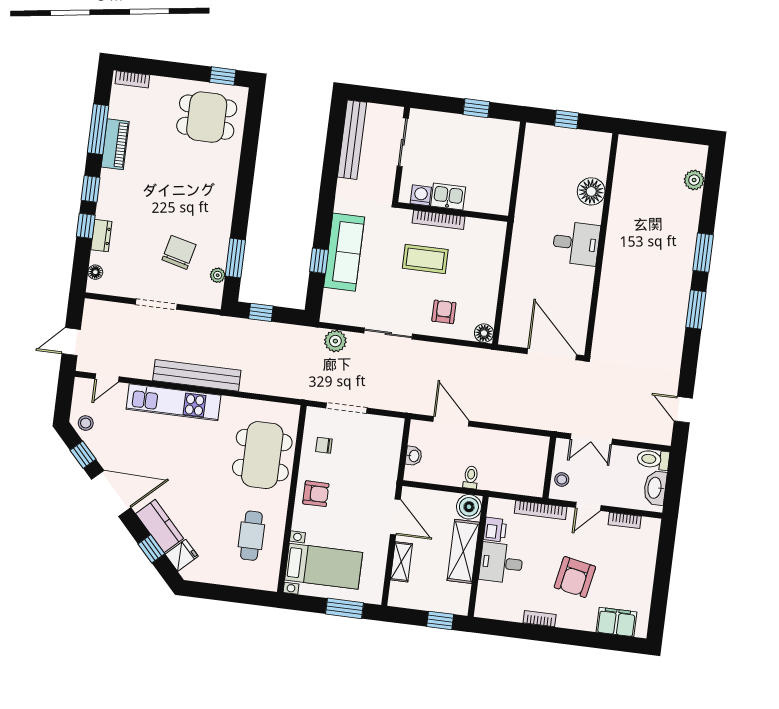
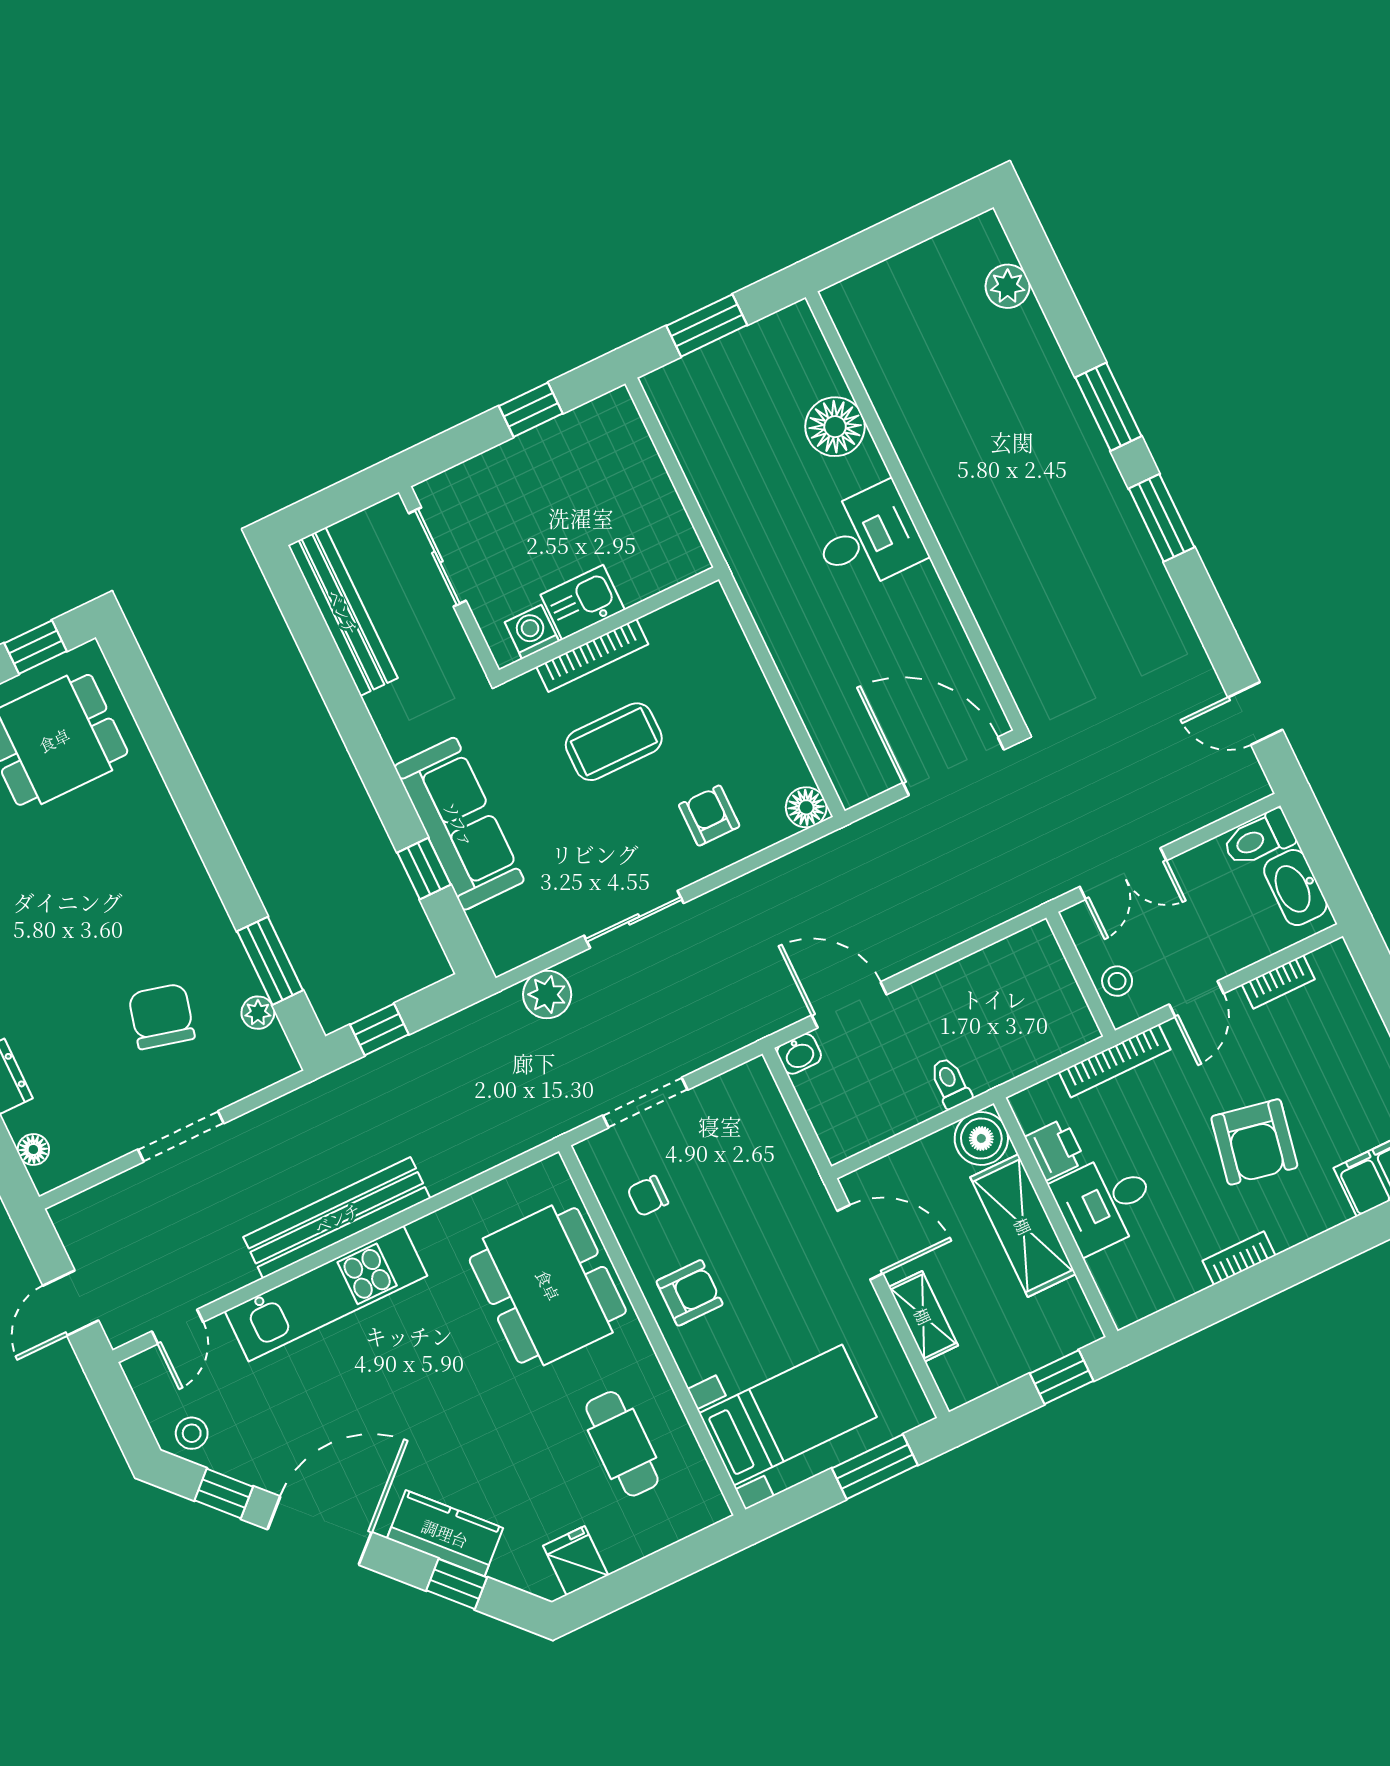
window: (567, 120) -> (707, 325), width x1.50
washbasin: (414, 456) -> (799, 1054), moved, turned 90
fridge: (182, 555) -> (576, 1561), moved, turned -47

